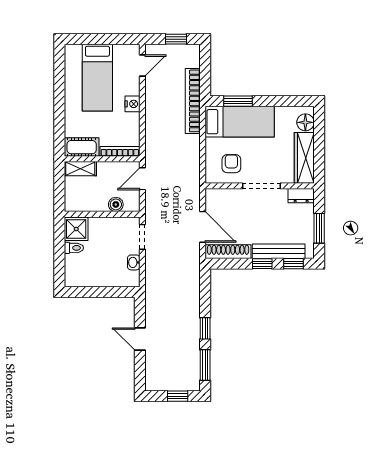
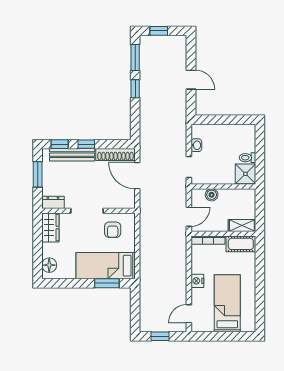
bookcase: (193, 101) -> (146, 283), removed
wardrobe: (304, 158) -> (50, 228), width x0.67

